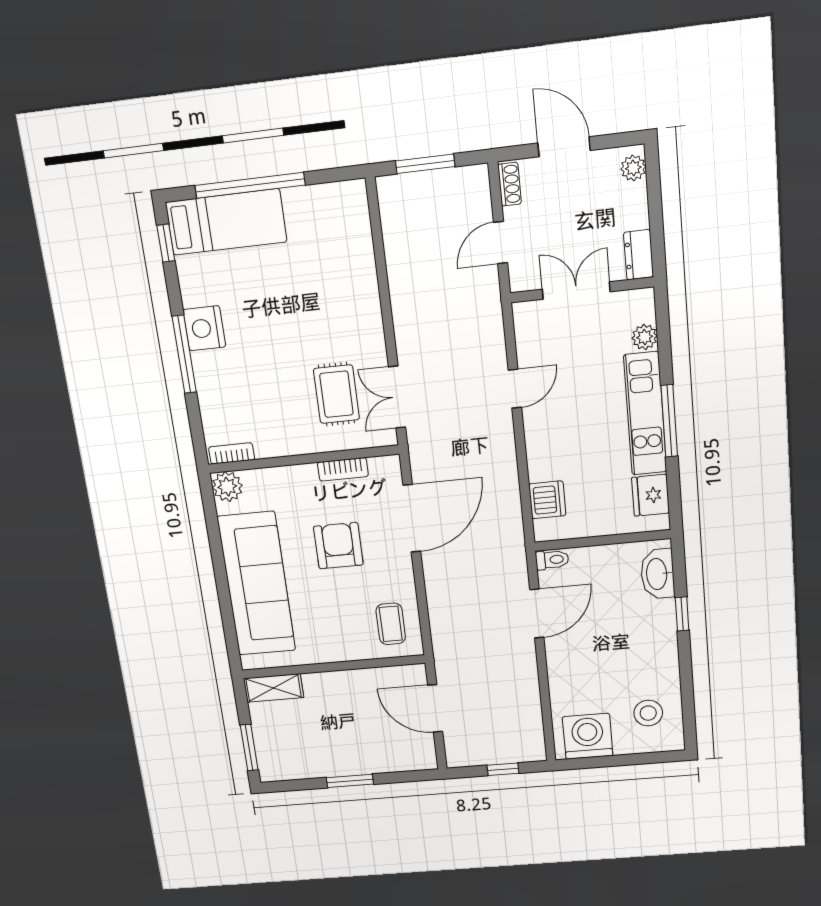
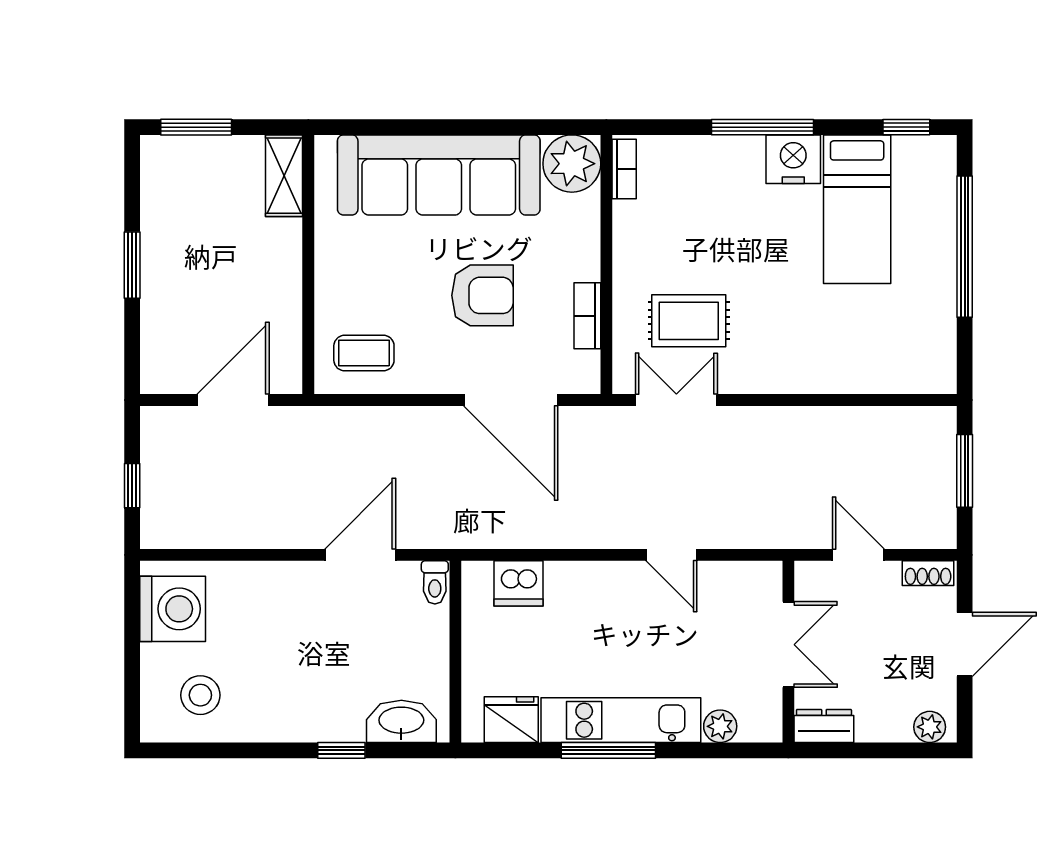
bed: (226, 222) -> (857, 209), moved
plant: (227, 487) -> (572, 164), width x1.36, depth x1.36
door: (537, 614) -> (360, 555), swing flipped

